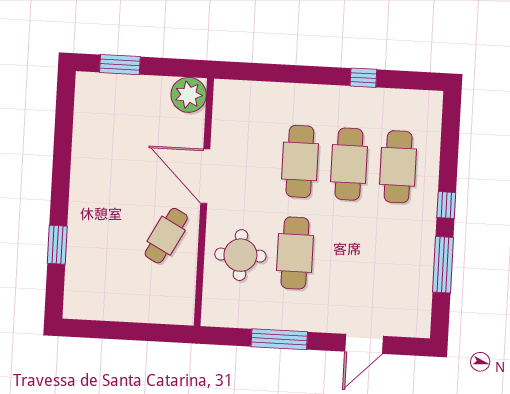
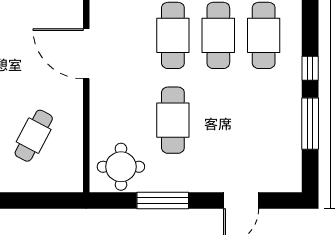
cafe table: (166, 236) -> (34, 136), moved
round table: (240, 255) -> (121, 167), moved

